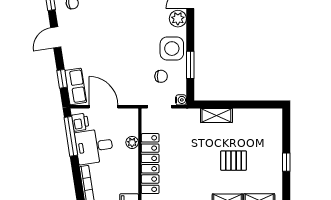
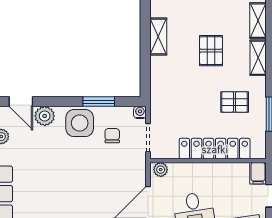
shelving: (216, 115) -> (158, 37), moved
plant: (132, 142) -> (161, 170), moved
pallet: (190, 181) -> (235, 102), added

